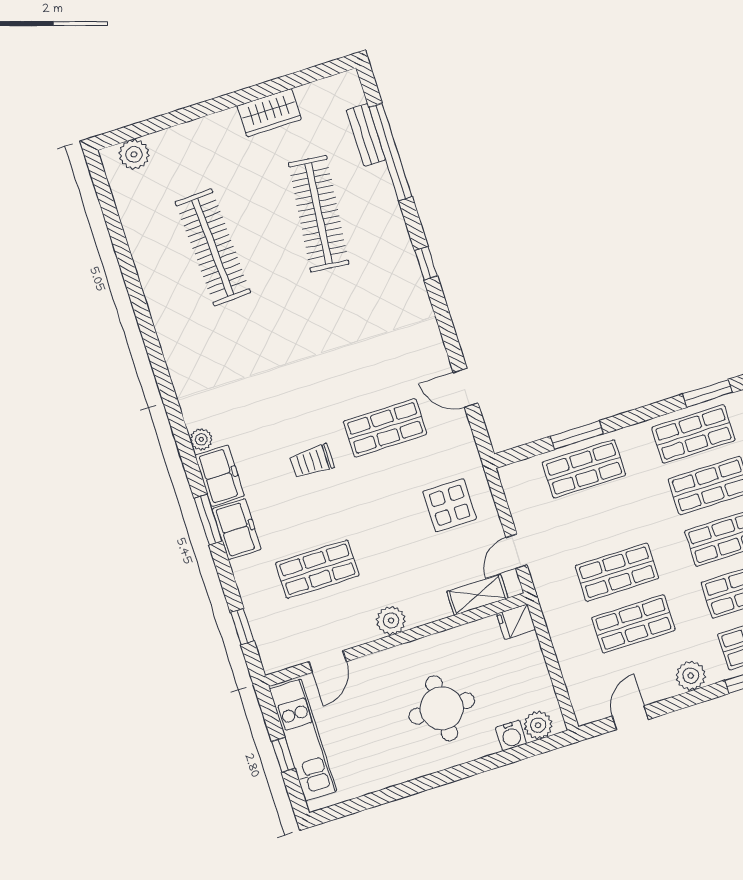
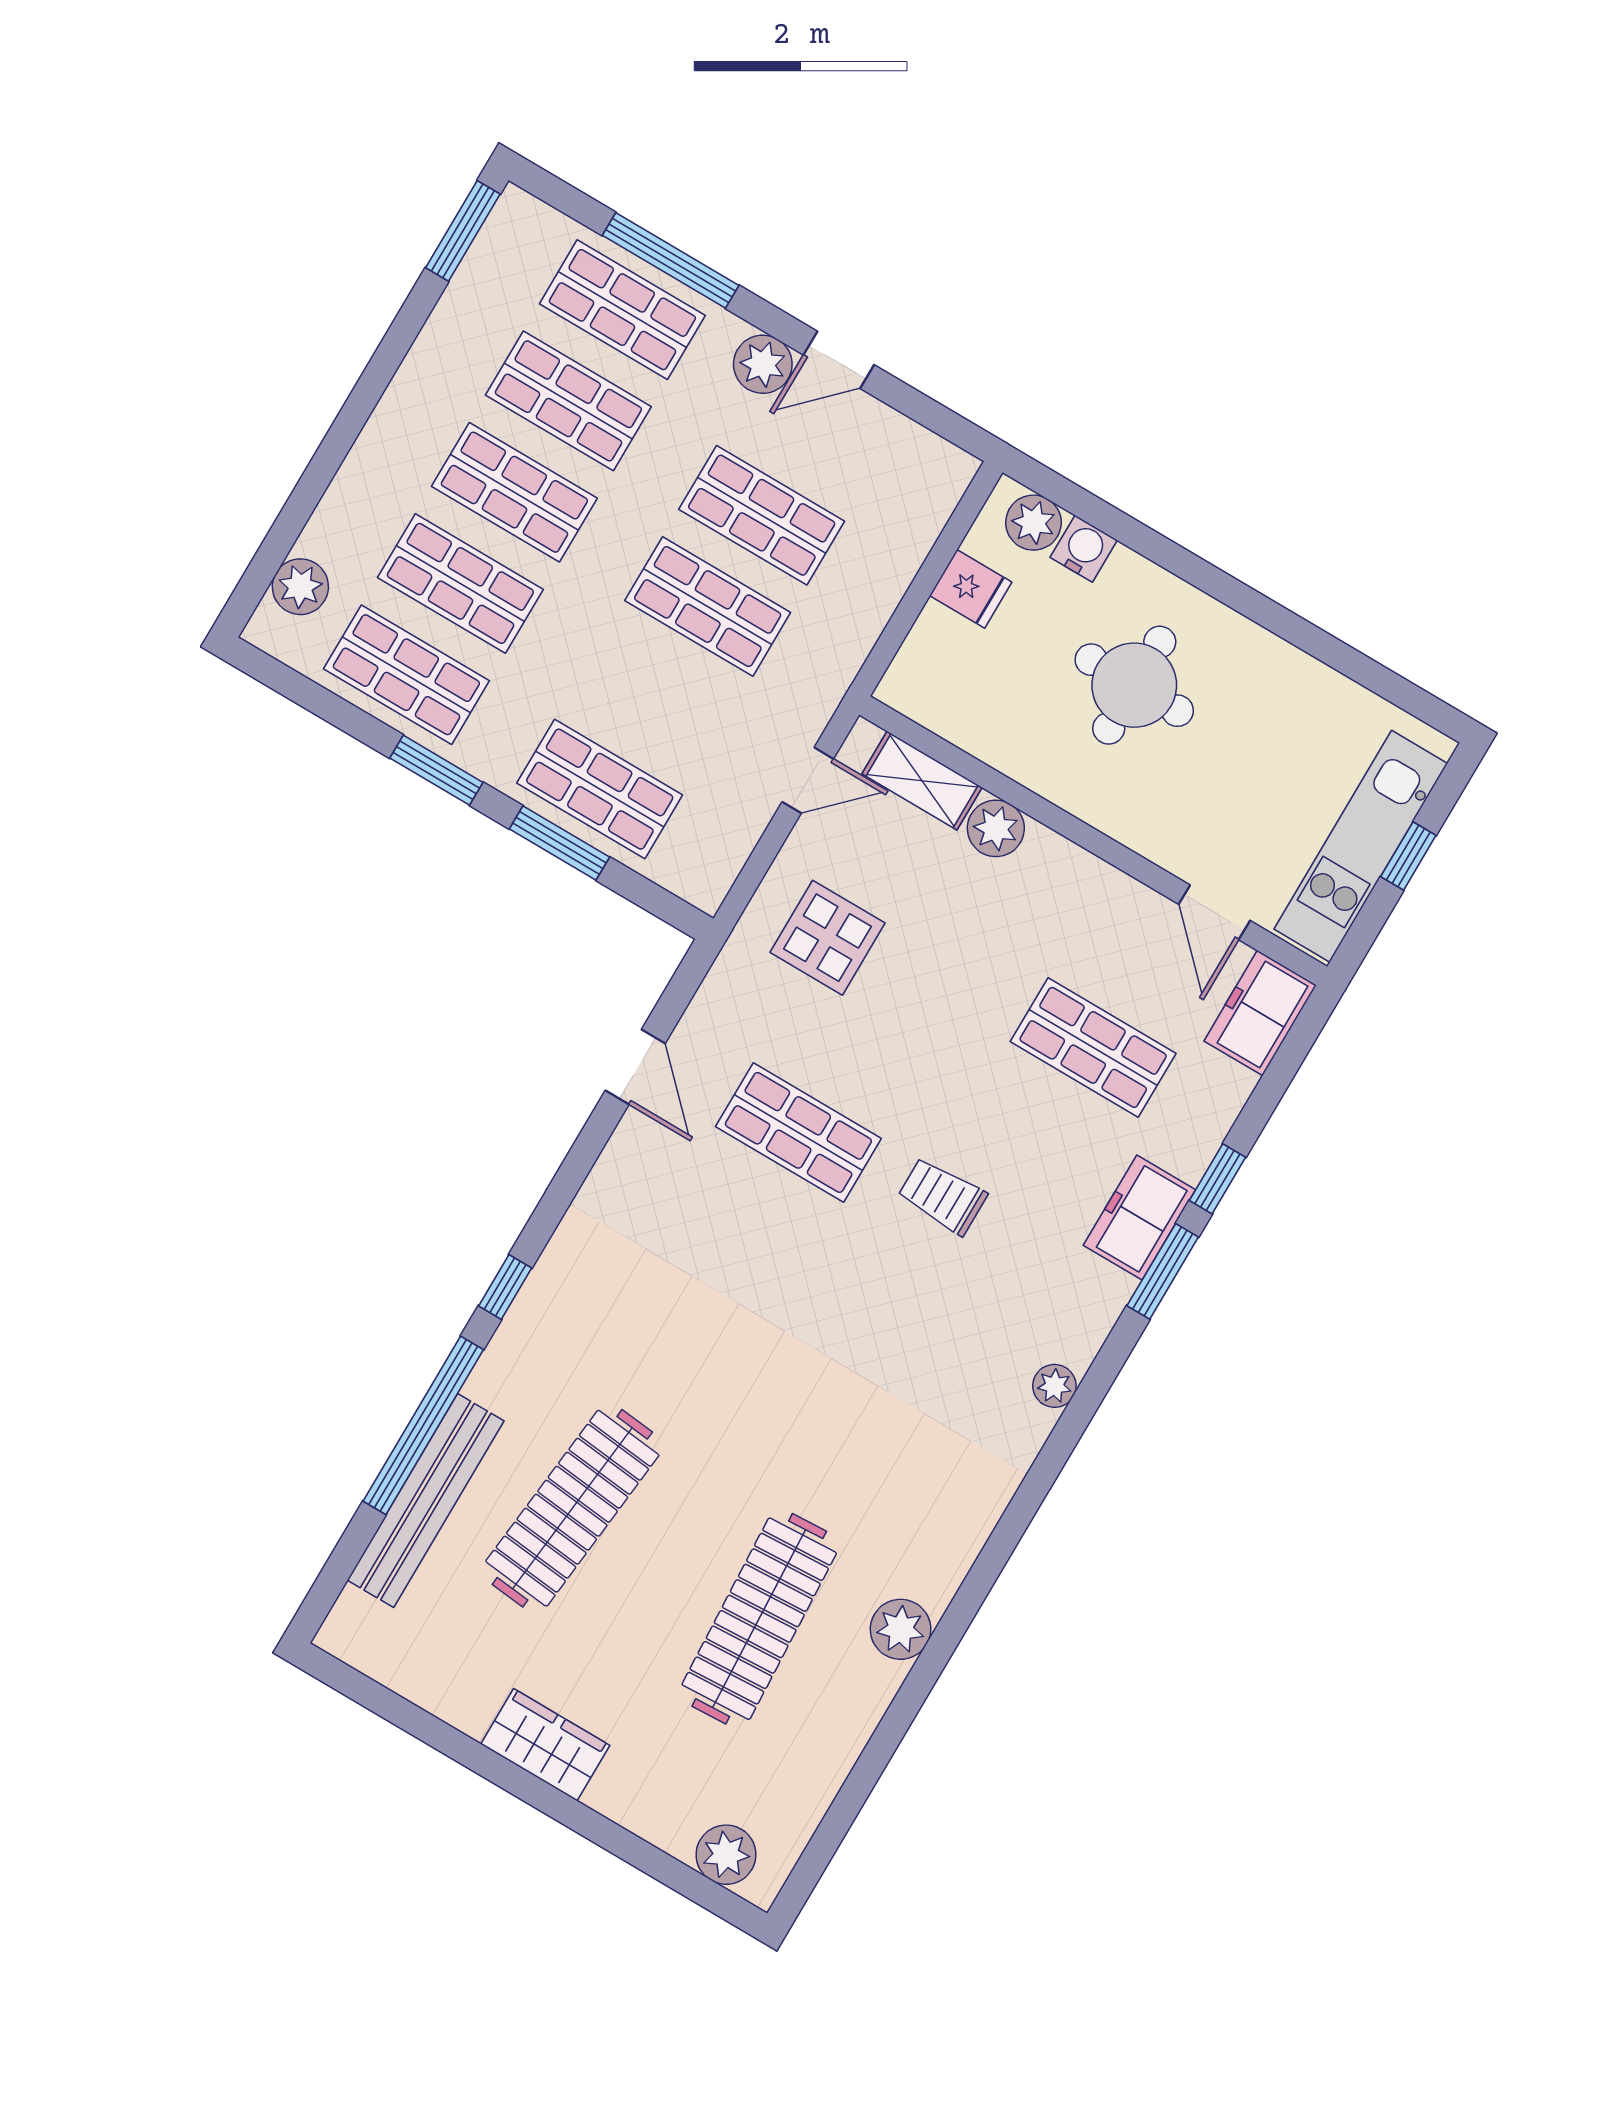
wardrobe: (269, 113) -> (545, 1745), moved
bench: (366, 135) -> (426, 1501), width x1.86, depth x1.21
window: (390, 152) -> (423, 1425), moved
plant: (161, 298) -> (901, 1629), added
window: (708, 393) -> (436, 770), moved
trolley: (312, 461) -> (942, 1196), turned 180
freezer: (220, 476) -> (1260, 1013), moved
plant: (391, 620) -> (996, 828), moved
fridge: (516, 622) -> (971, 589), moved
window: (242, 627) -> (1217, 1179), moved
door: (328, 662) -> (1214, 912), swing flipped
door: (630, 718) -> (839, 360), moved

